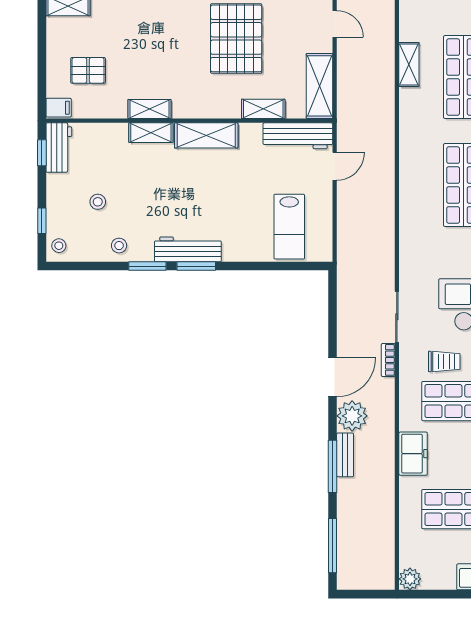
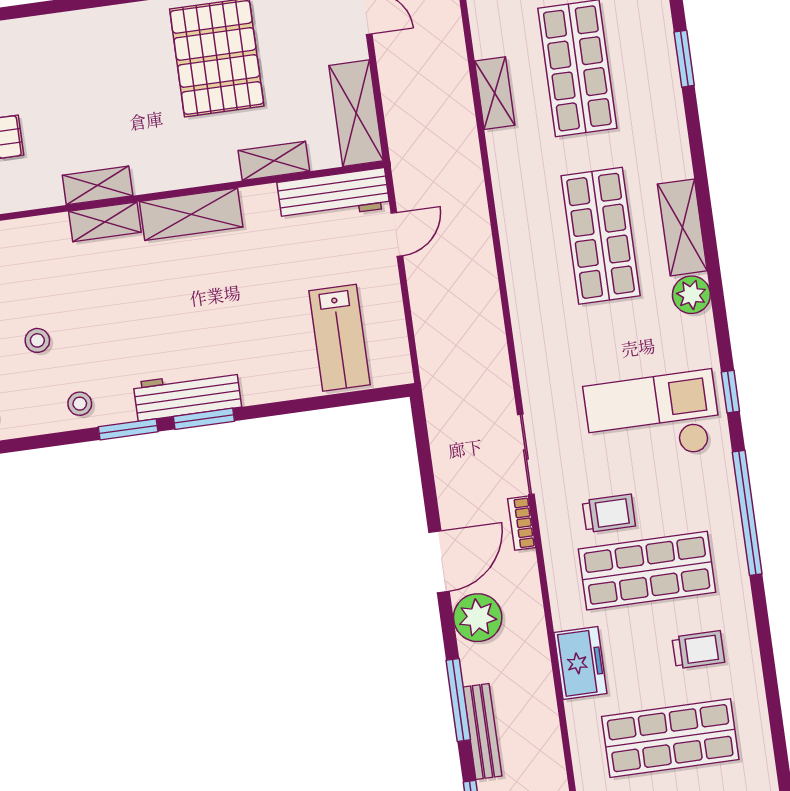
shelving: (409, 64) -> (495, 93), moved
bench: (345, 455) -> (482, 731), moved, width x1.36

